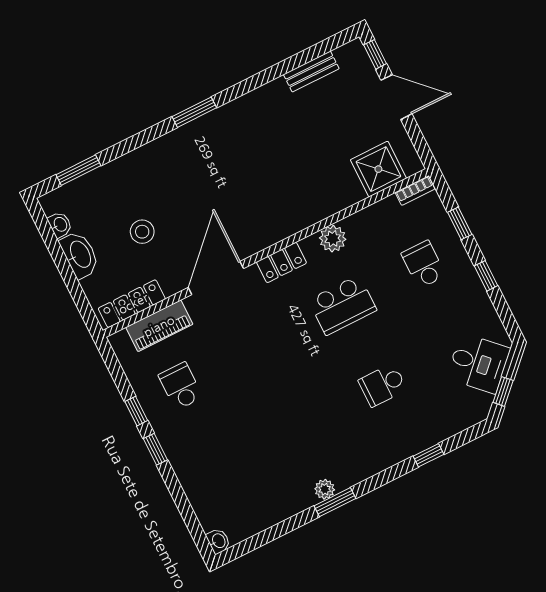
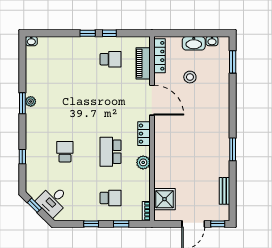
window: (194, 112) -> (233, 149), moved

